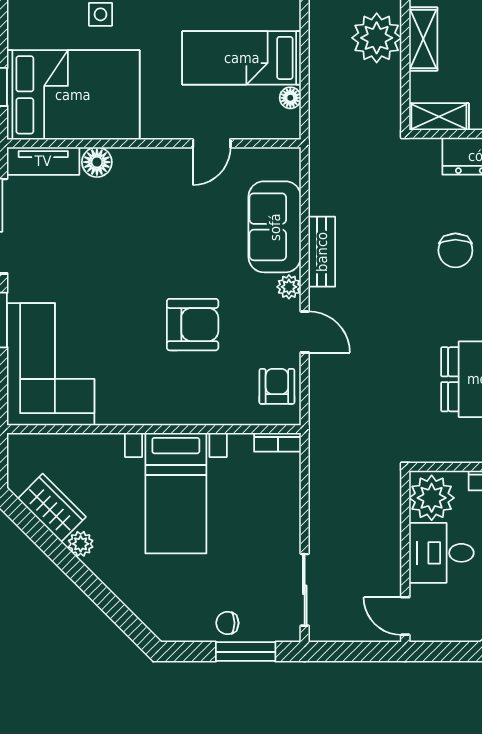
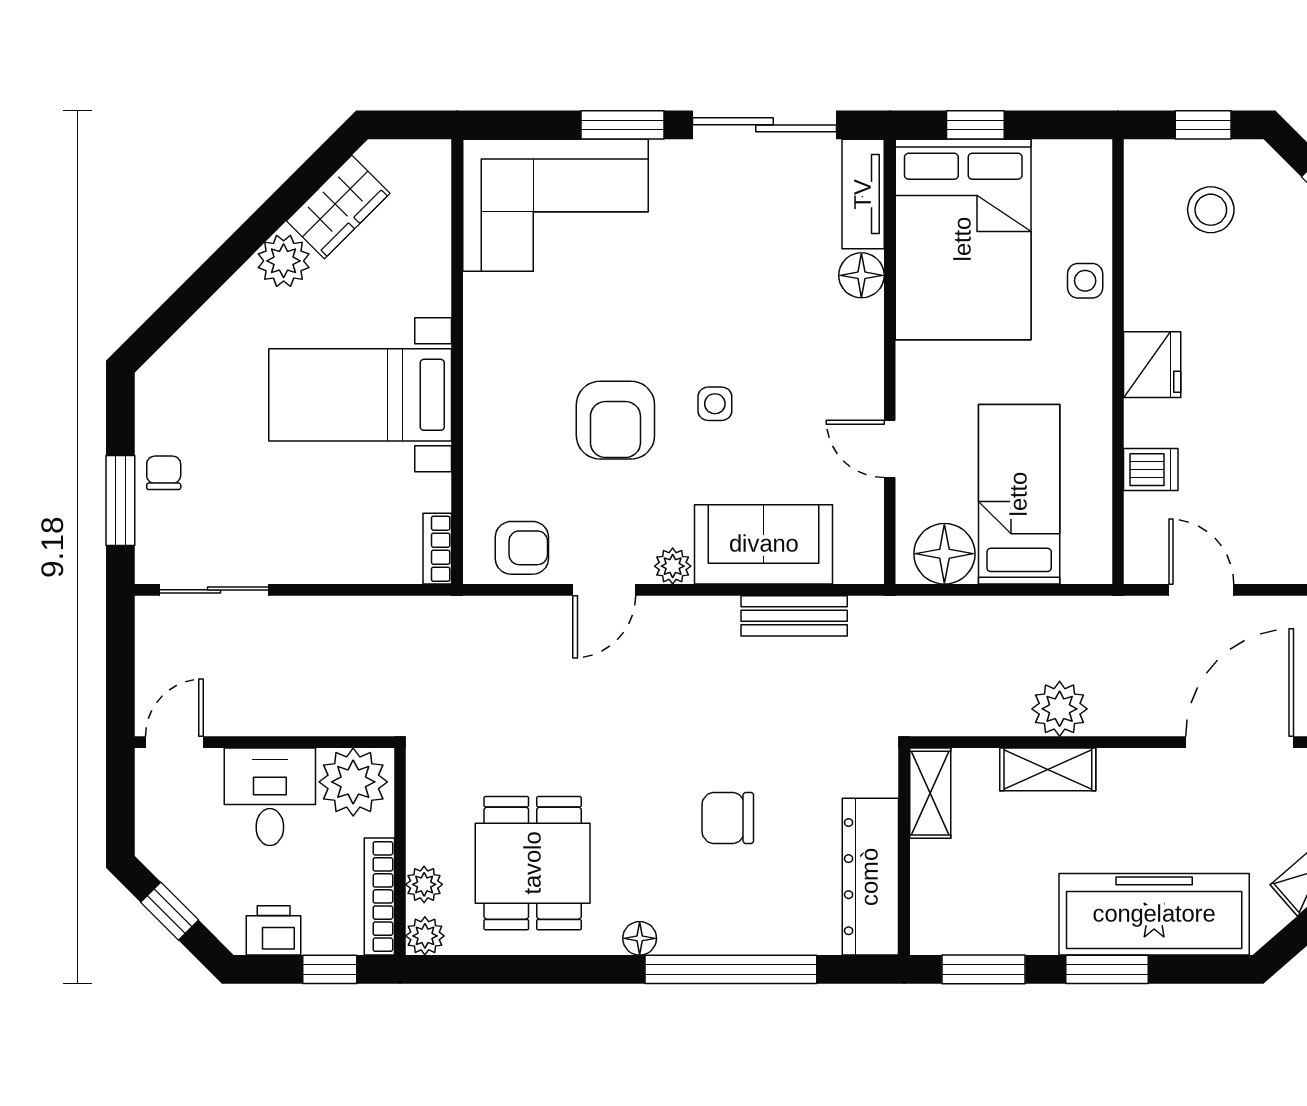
plant: (377, 38) -> (1060, 709), width x0.73, depth x0.73
floor lamp: (290, 98) -> (944, 554), width x1.89, depth x1.89
bench: (322, 252) -> (794, 616), moved
side table: (182, 259) -> (715, 404), added
plant: (81, 544) -> (284, 261), width x1.38, depth x1.38

